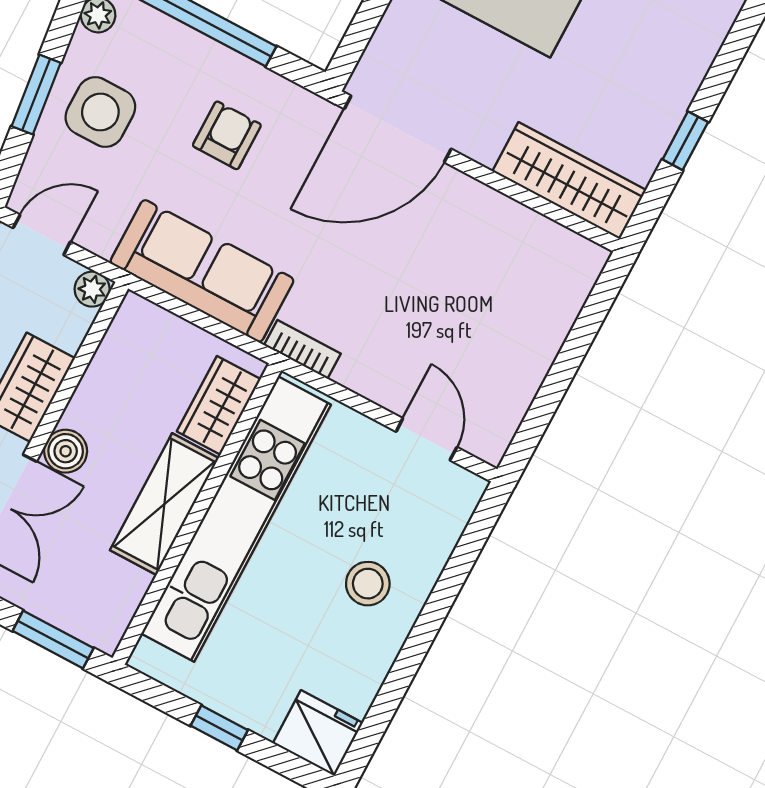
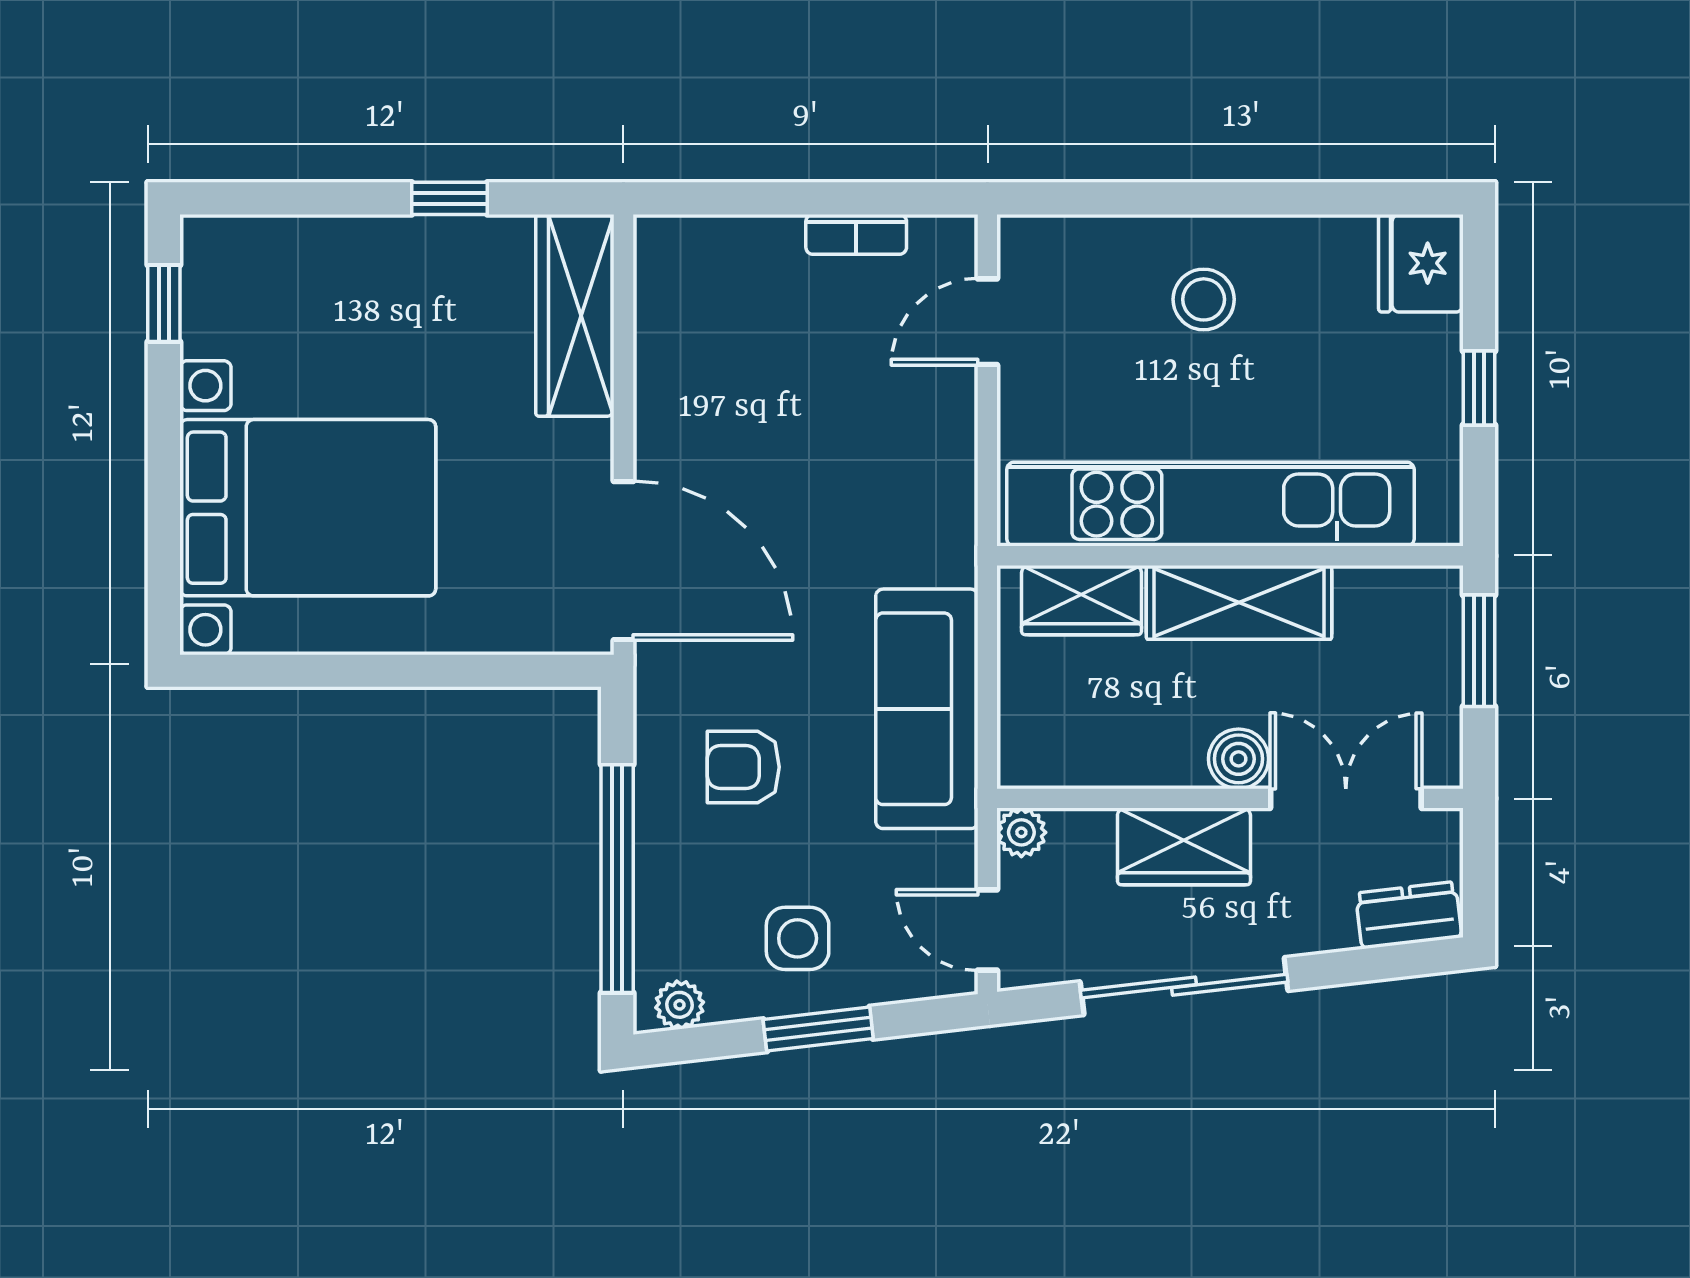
side table: (100, 112) -> (798, 938), width x0.73, depth x0.73
bookcase: (302, 349) -> (856, 234), moved, turned -90

